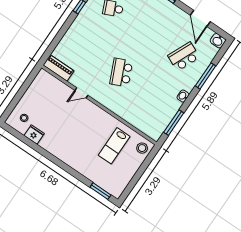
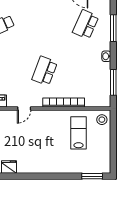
school desk: (121, 72) -> (45, 71), turned 45
bookcase: (119, 111) -> (64, 103), added
lab bench: (114, 146) -> (78, 133), turned 180

